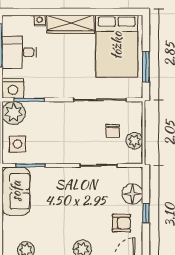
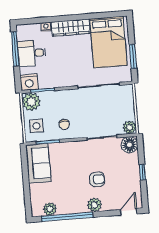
chair: (113, 131) -> (64, 124), moved
plant: (134, 141) -> (130, 127), moved
floor lamp: (132, 194) -> (129, 145), moved
armchair: (121, 223) -> (97, 179), moved

